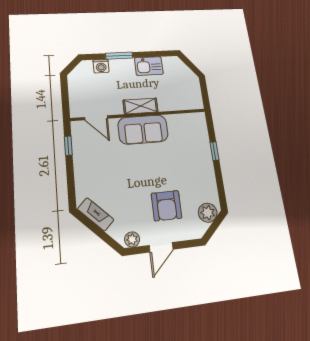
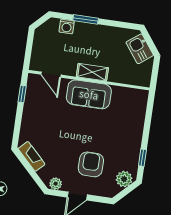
kitchen sink: (149, 66) -> (140, 49), moved, turned 53
window: (214, 151) -> (142, 158), moved
armchair: (166, 206) -> (91, 164), turned 180

